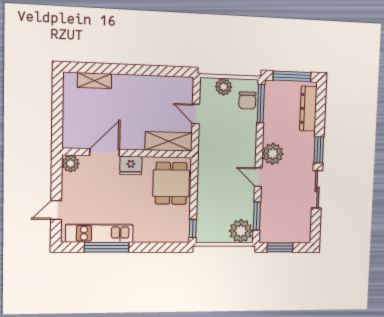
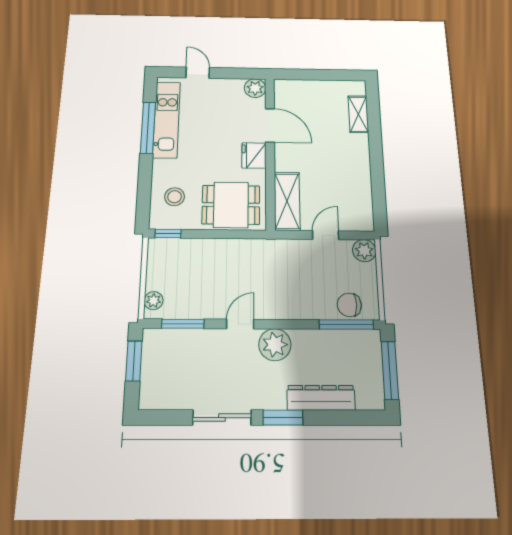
plant: (224, 87) -> (364, 251), moved
dresser: (308, 109) -> (321, 398), moved
stool: (164, 225) -> (175, 197), added
plant: (241, 231) -> (154, 301), width x0.53, depth x0.53

